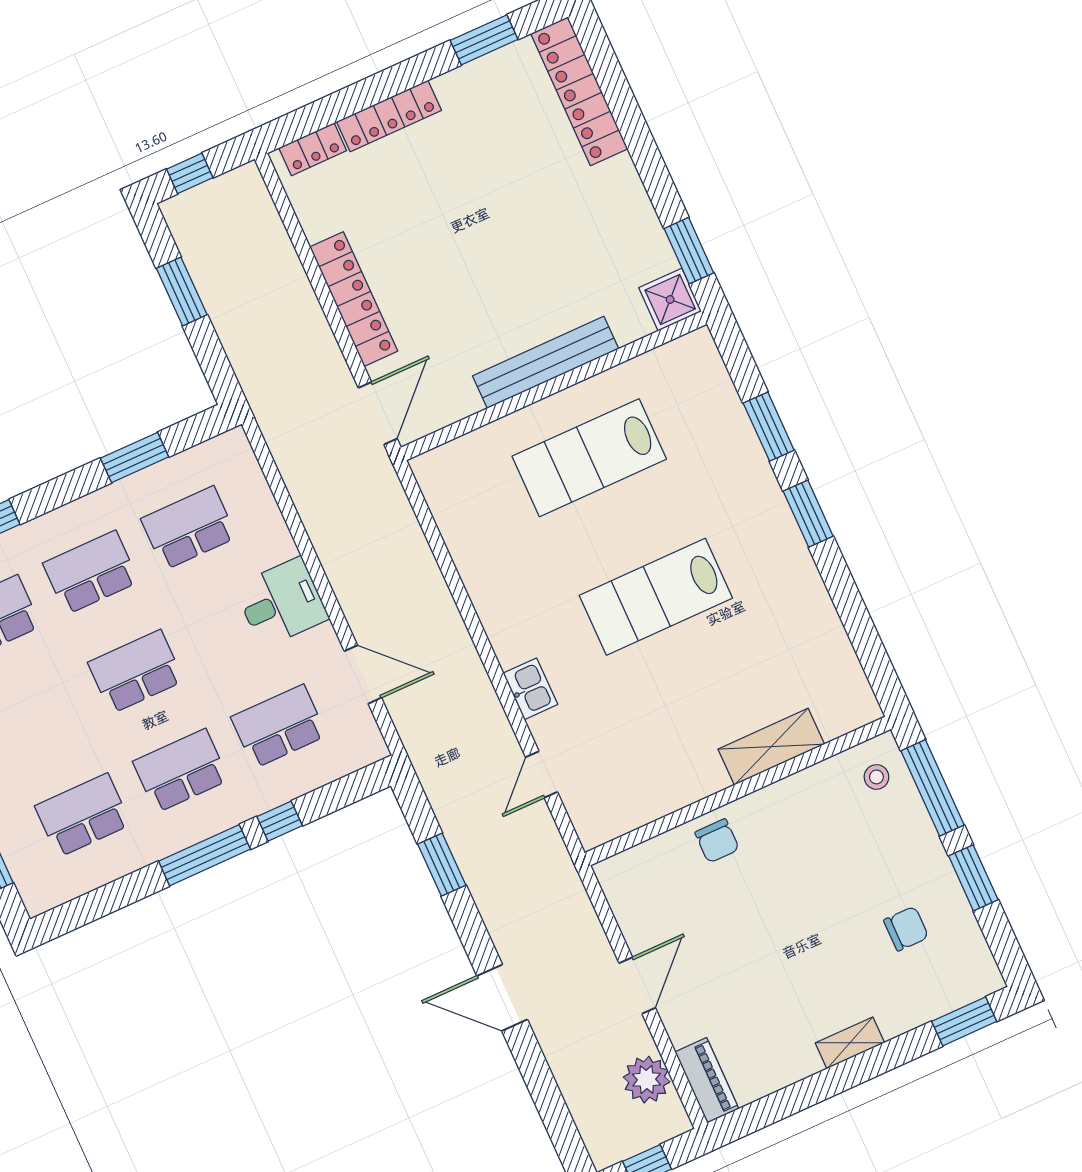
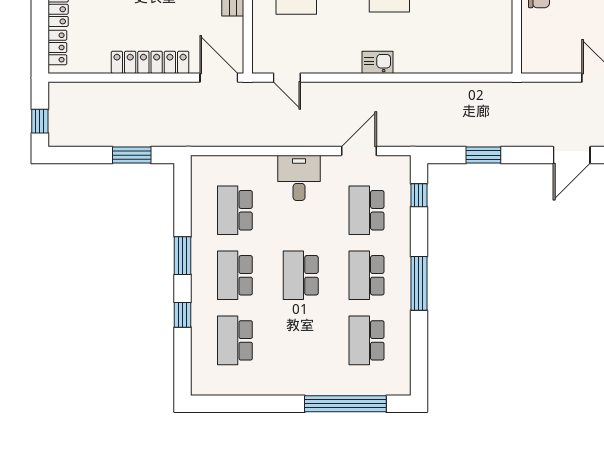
window: (182, 291) -> (132, 155), moved
window: (135, 458) -> (183, 256), moved
kitchen sink: (530, 689) -> (377, 62), moved
door: (542, 774) -> (287, 78), moved
window: (280, 821) -> (419, 195), moved

